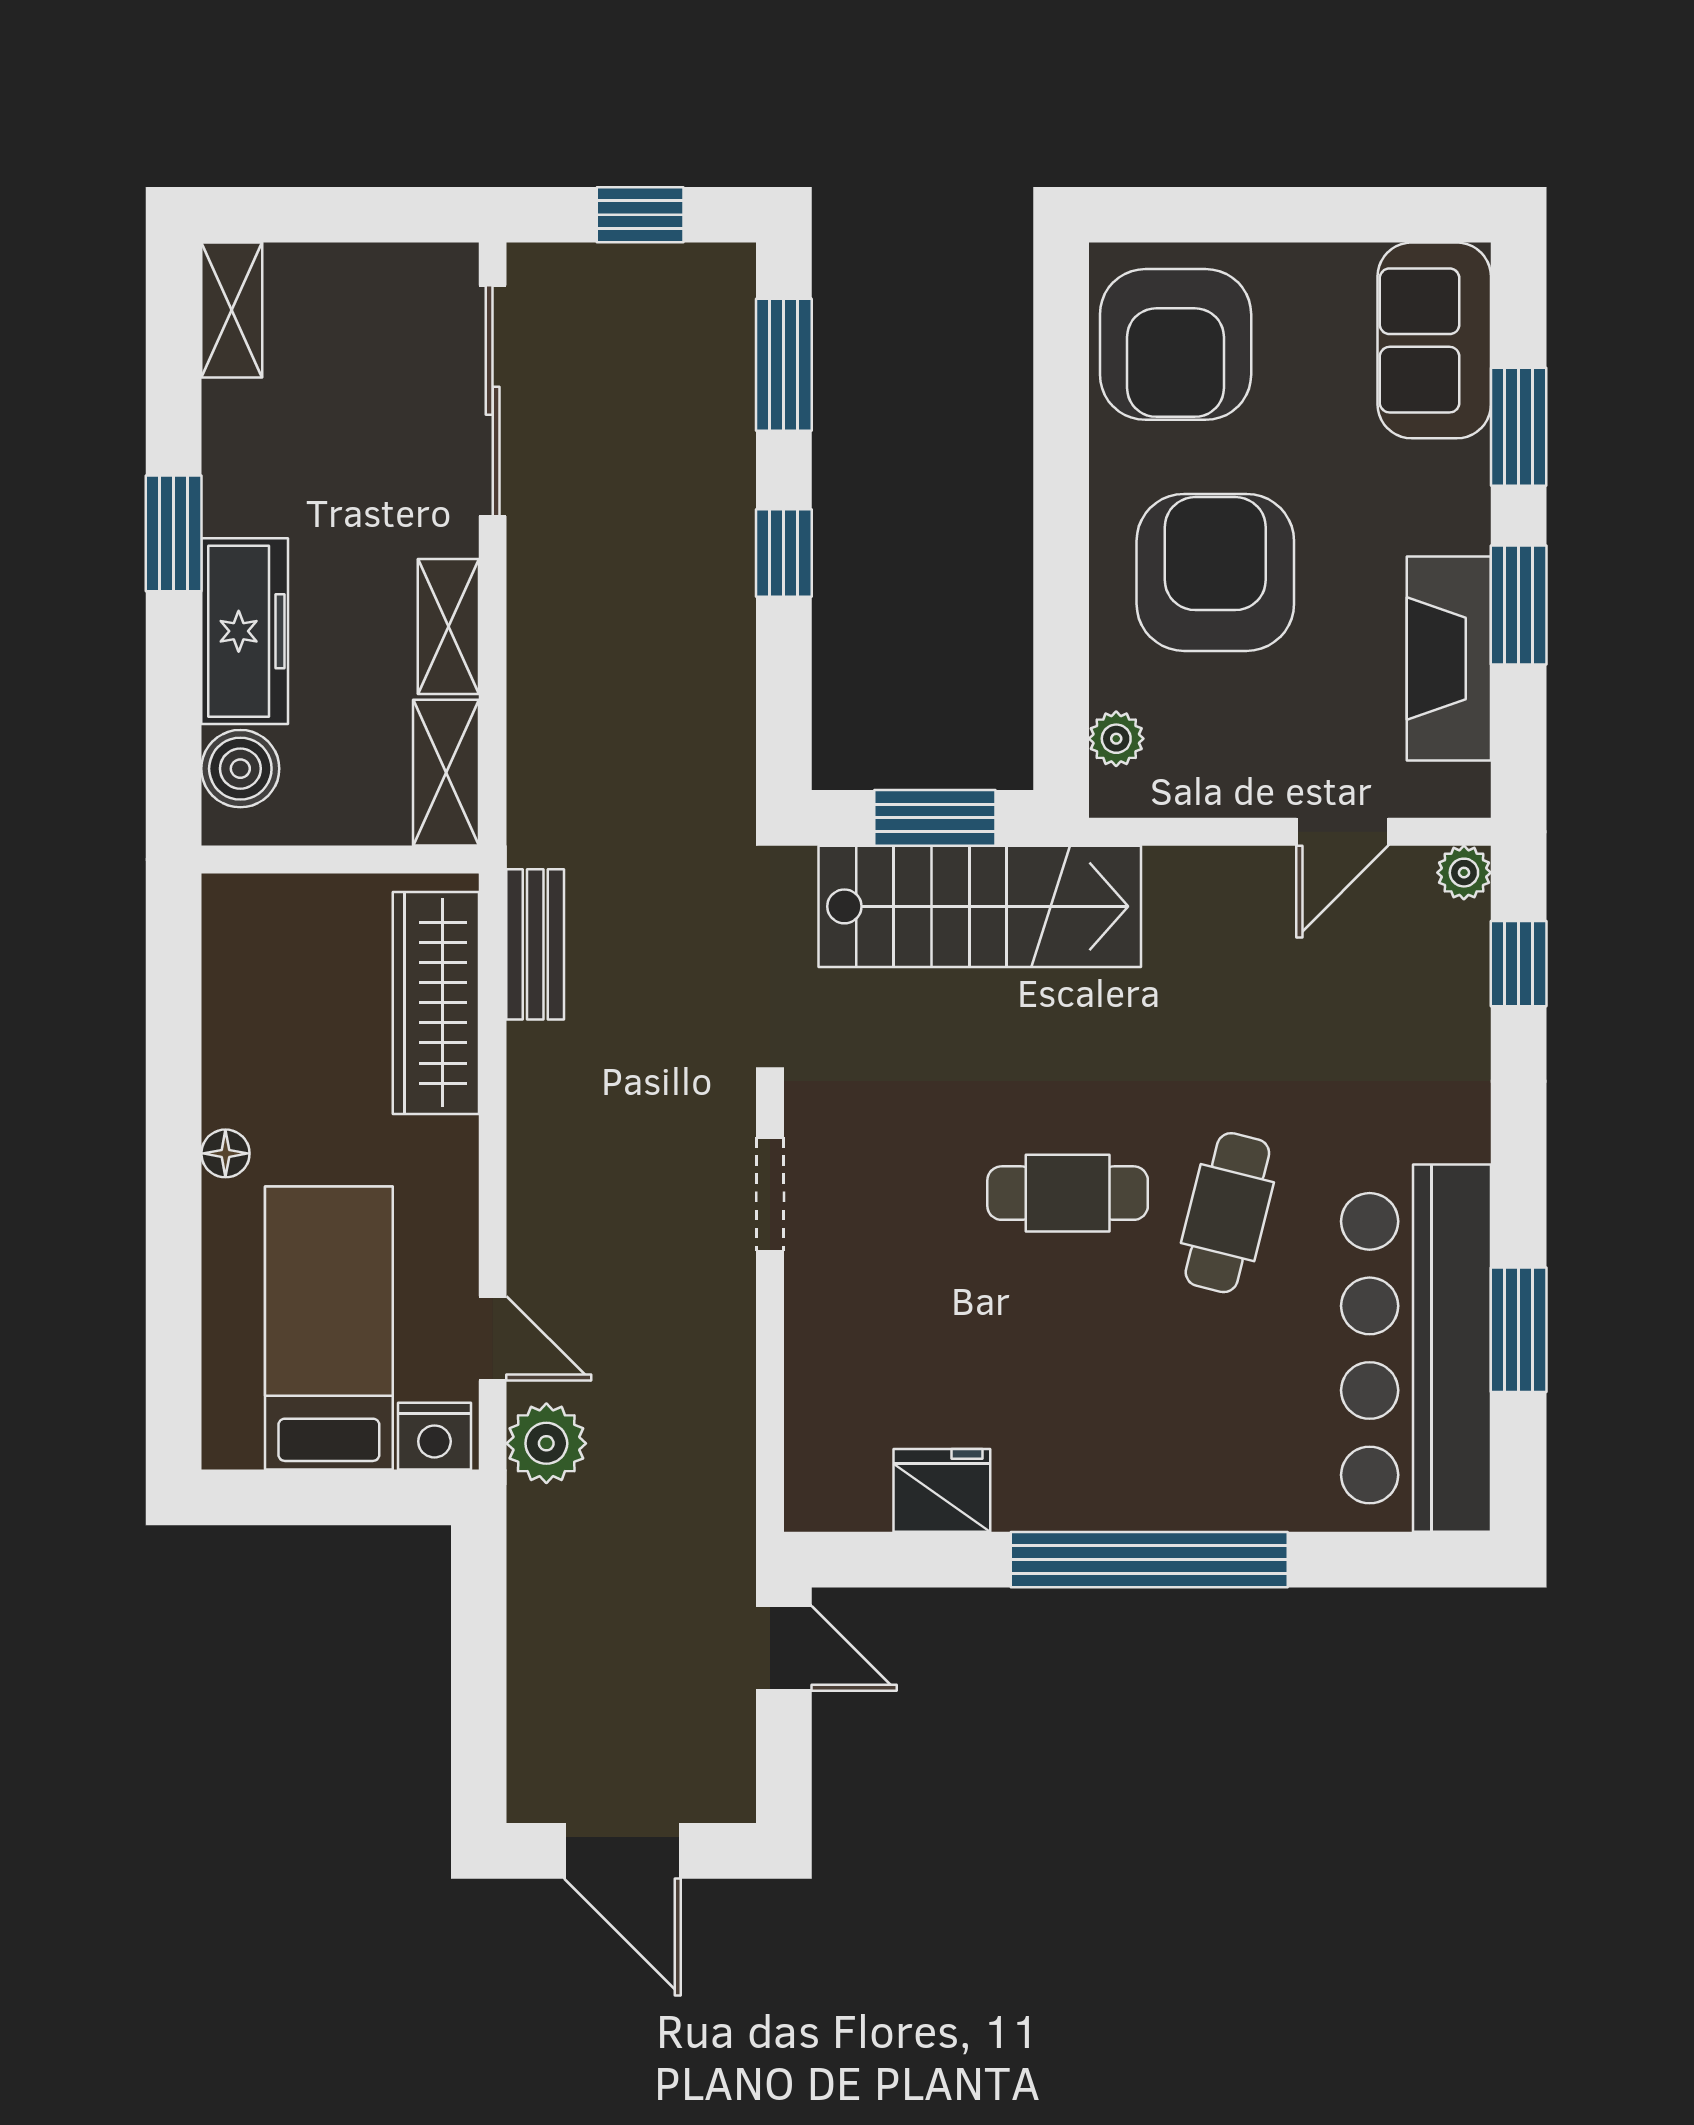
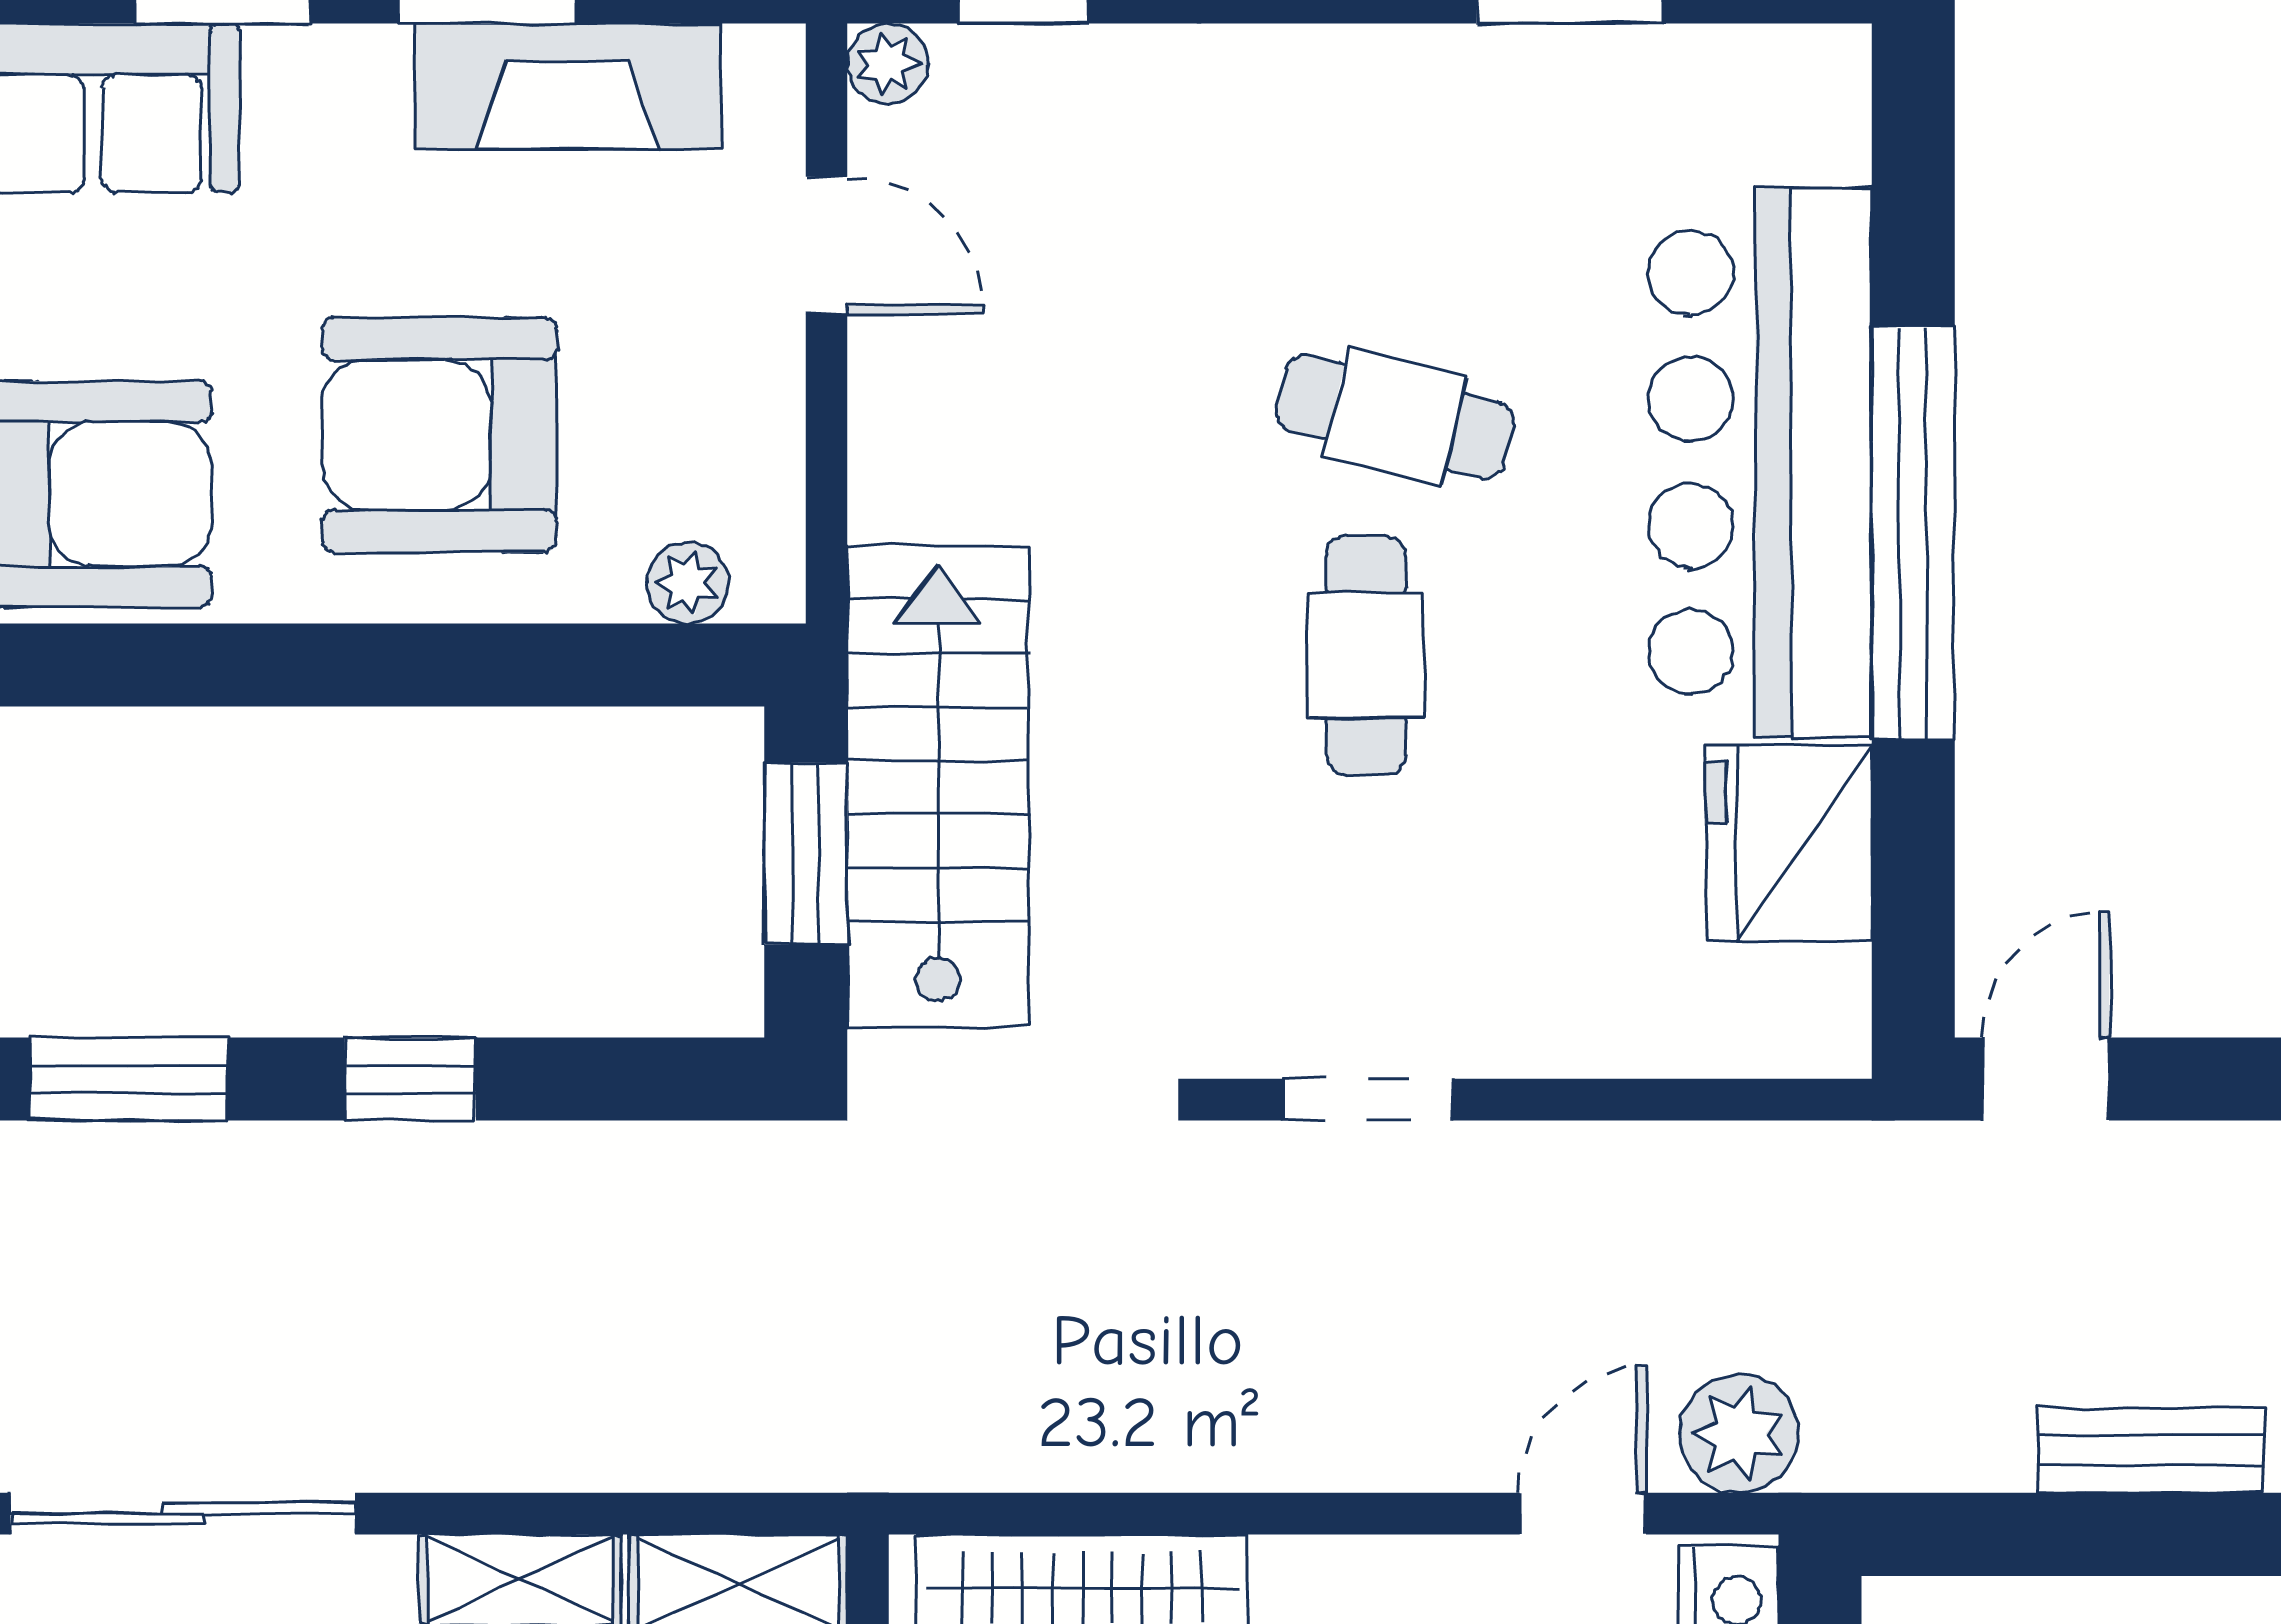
bench: (535, 944) -> (2150, 1450), moved
bar counter: (1416, 1348) -> (1760, 462), moved, turned 90
fridge: (942, 1490) -> (1789, 843), width x1.36, depth x1.34

